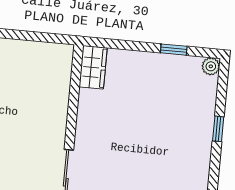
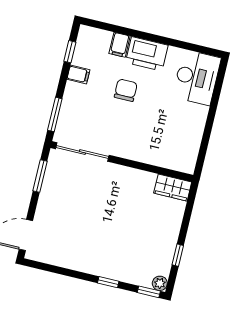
window: (223, 78) -> (149, 292), added

